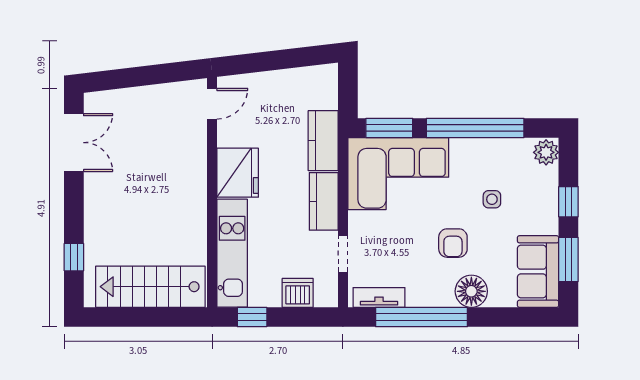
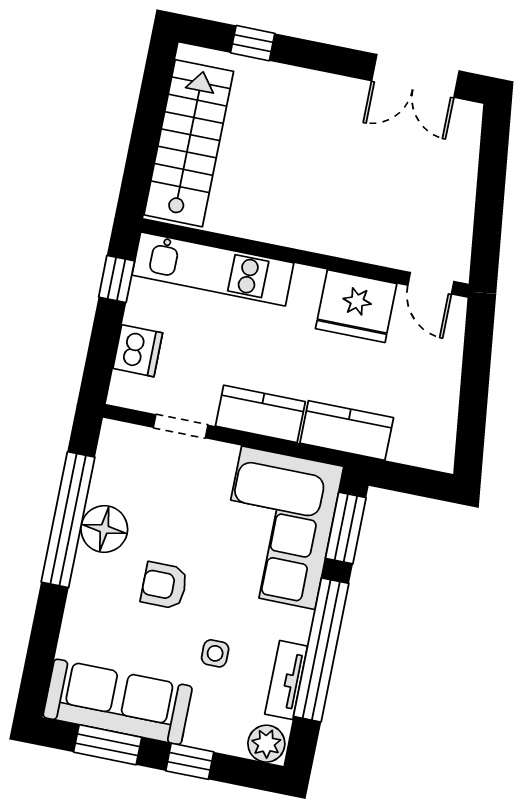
fridge: (238, 173) -> (356, 306), moved
sofa: (538, 272) -> (118, 702), width x1.36
floor lamp: (471, 291) -> (104, 529), moved
tv unit: (379, 297) -> (286, 680), moved, turned 180

